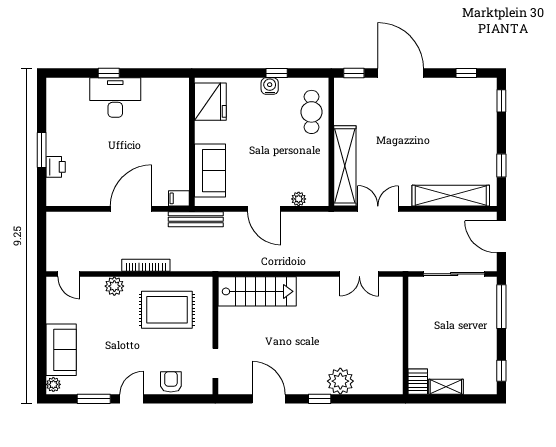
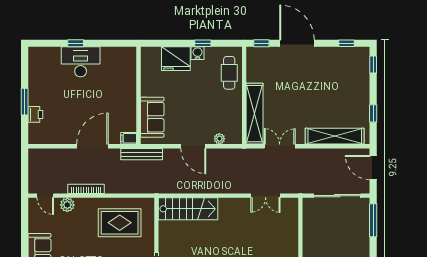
fridge: (210, 102) -> (176, 59), moved, turned 90
bookcase: (146, 265) -> (86, 189), moved
plant: (114, 286) -> (67, 205), moved

